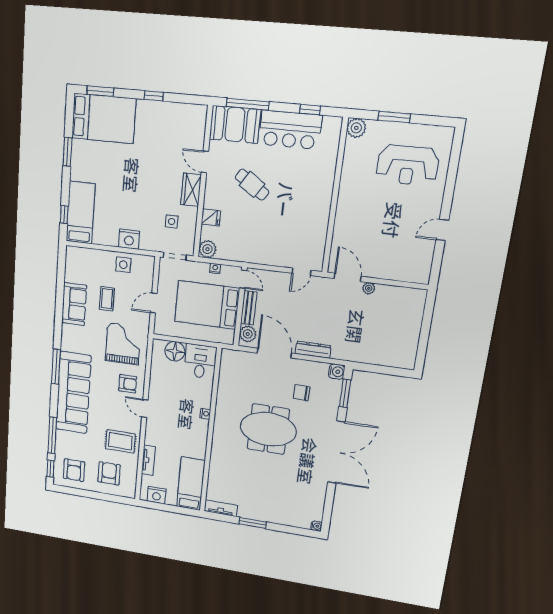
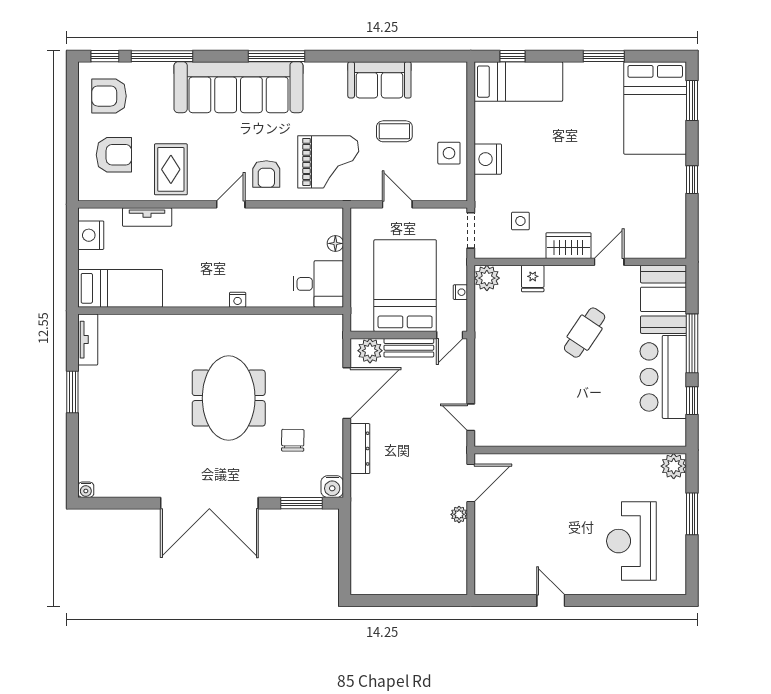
window: (248, 104) -> (692, 343), moved
floor lamp: (175, 351) -> (335, 243), width x0.53, depth x0.53

